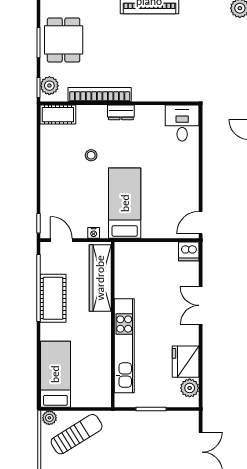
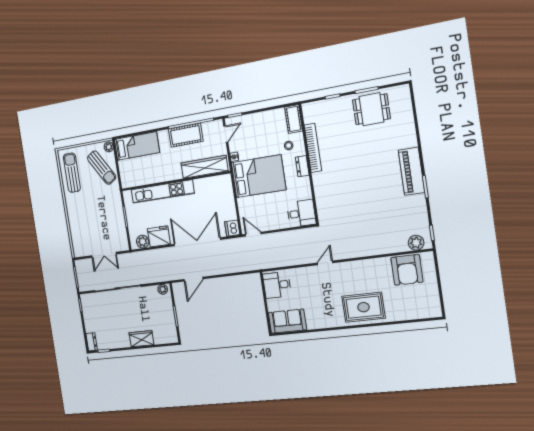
plant: (49, 86) -> (335, 105), removed
bookcase: (100, 94) -> (313, 148), moved
wall: (120, 103) -> (309, 164), moved
dresser: (121, 112) -> (302, 166), moved
cot: (58, 115) -> (294, 119), moved
desk: (182, 123) -> (301, 213), moved
bed: (125, 203) -> (258, 176), width x1.50
double door: (201, 305) -> (197, 242), width x1.87

